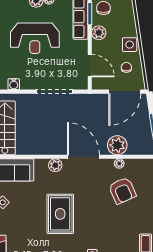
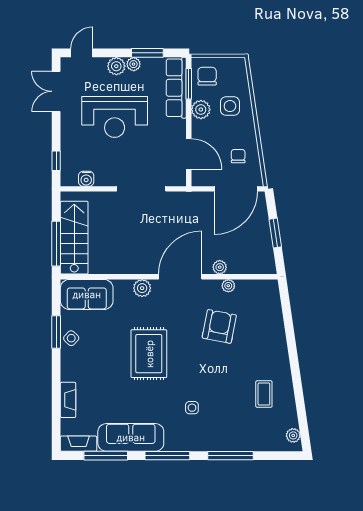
side table: (130, 45) -> (230, 106), moved
plant: (117, 145) -> (220, 267), width x0.53, depth x0.53
door: (84, 157) -> (180, 277), hinge flipped
armchair: (122, 191) -> (219, 326), moved, turned -145

